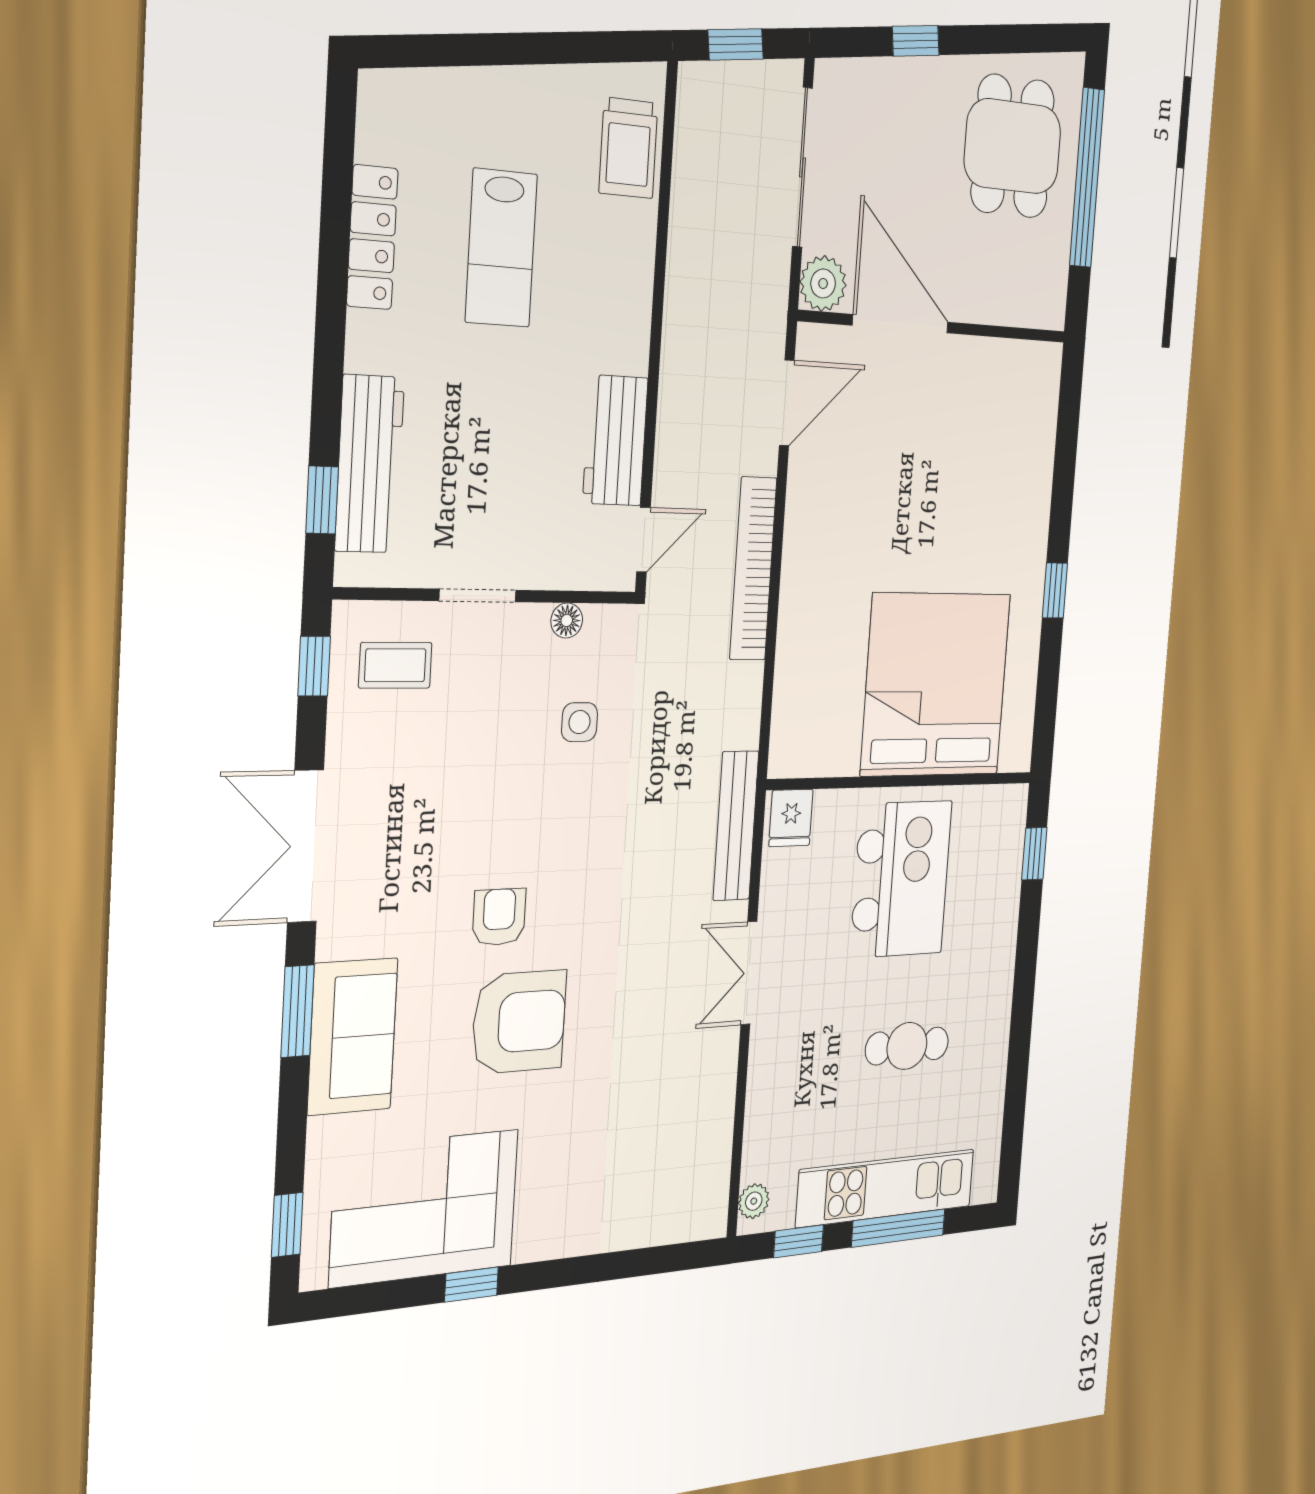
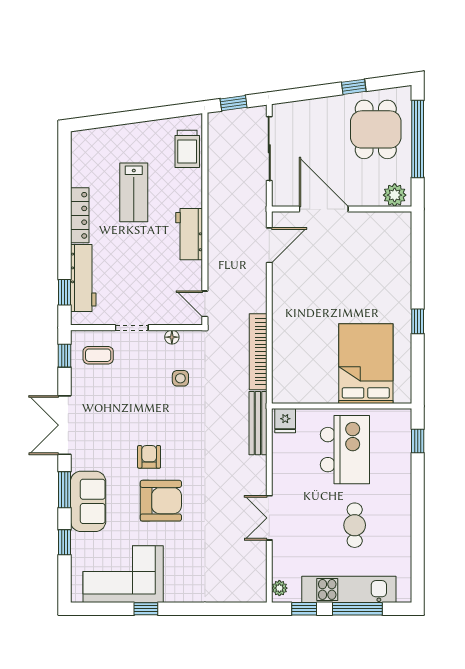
window: (916, 41) -> (354, 87), moved
locker: (372, 237) -> (80, 215), moved
plant: (823, 283) -> (395, 195), moved
workbench: (615, 441) -> (189, 234), moved
door: (643, 540) -> (205, 304), swing flipped
bookcase: (753, 569) -> (258, 352), moved
bed: (936, 684) -> (366, 364), width x0.73
double door: (749, 973) -> (269, 518), moved
cafe table: (907, 1046) -> (355, 525), turned 90
window: (287, 1225) -> (65, 542), moved

